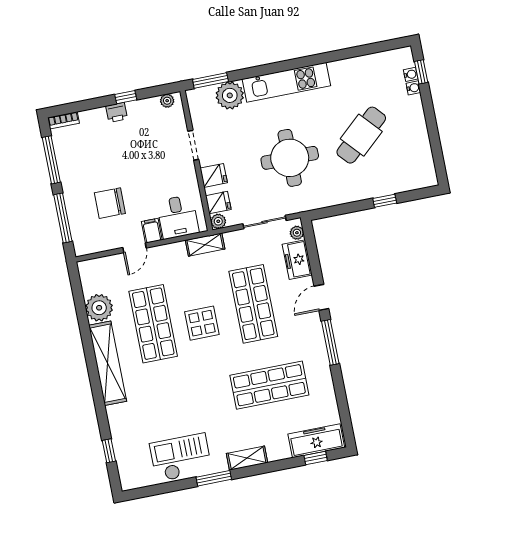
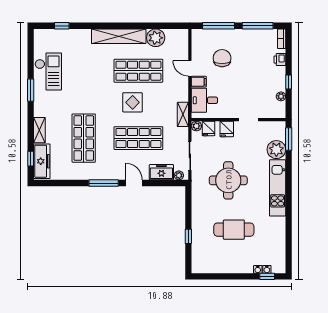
plant: (167, 101) -> (281, 96), moved
printer: (117, 112) -> (280, 60), moved
cafe table: (361, 135) -> (234, 230), turned -48
shelving: (247, 458) -> (39, 130), moved

